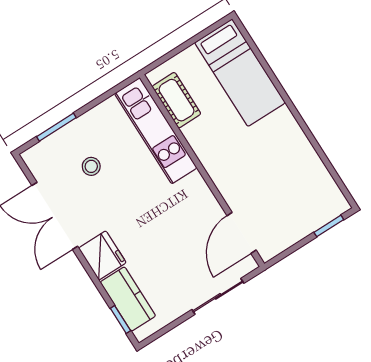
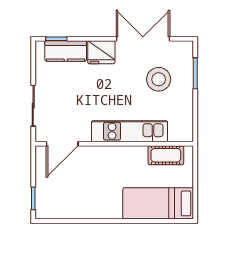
kitchen unit: (156, 131) -> (129, 131), moved
stool: (91, 166) -> (159, 79), width x1.89, depth x1.89
door: (242, 233) -> (62, 144), swing flipped

